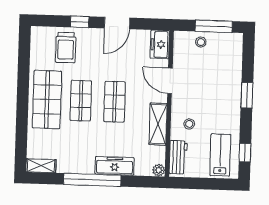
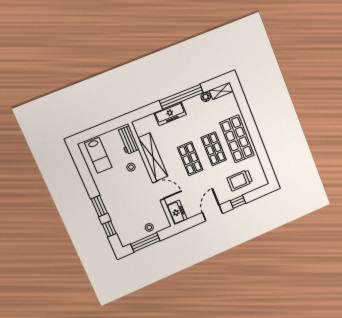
trolley: (66, 47) -> (240, 180), turned -90
shelving: (158, 124) -> (153, 157), width x1.47
window: (245, 153) -> (109, 229), moved
plant: (159, 170) -> (206, 97), moved

